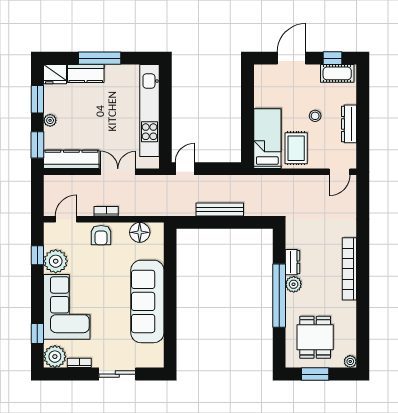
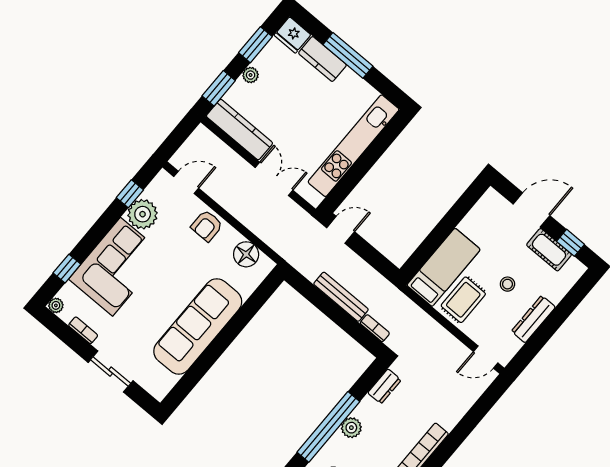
cot: (337, 73) -> (549, 250), moved
bookcase: (106, 211) -> (375, 328), moved
dresser: (293, 262) -> (384, 386), moved
plant: (55, 357) -> (56, 305), width x0.53, depth x0.53

